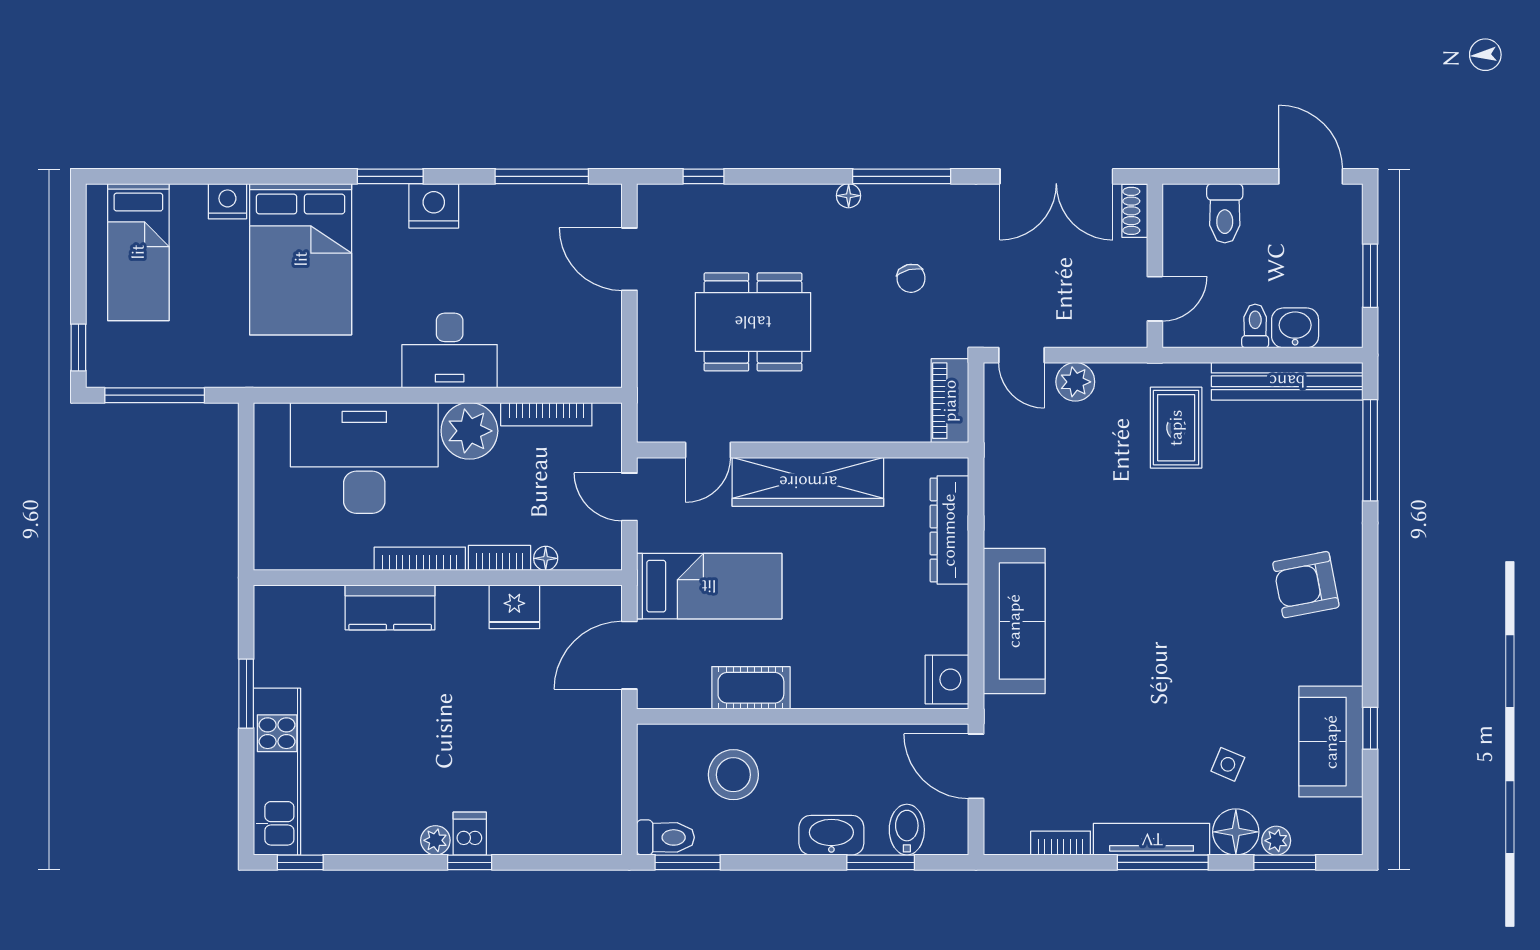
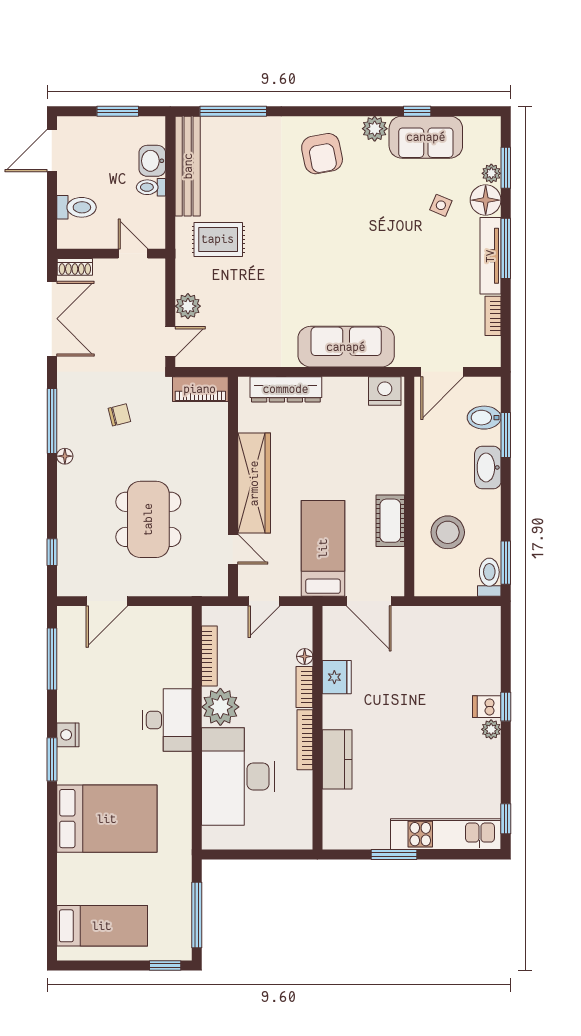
nightstand: (227, 201) -> (68, 867), removed
nightstand: (434, 206) -> (68, 735), width x0.74, depth x0.75
plant: (1344, 664) -> (375, 129), added

